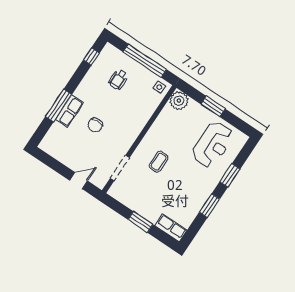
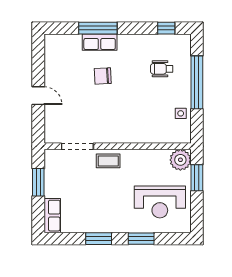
plant: (179, 101) -> (180, 160), moved
wall: (139, 139) -> (118, 146), moved
doorway: (120, 168) -> (77, 146), moved

